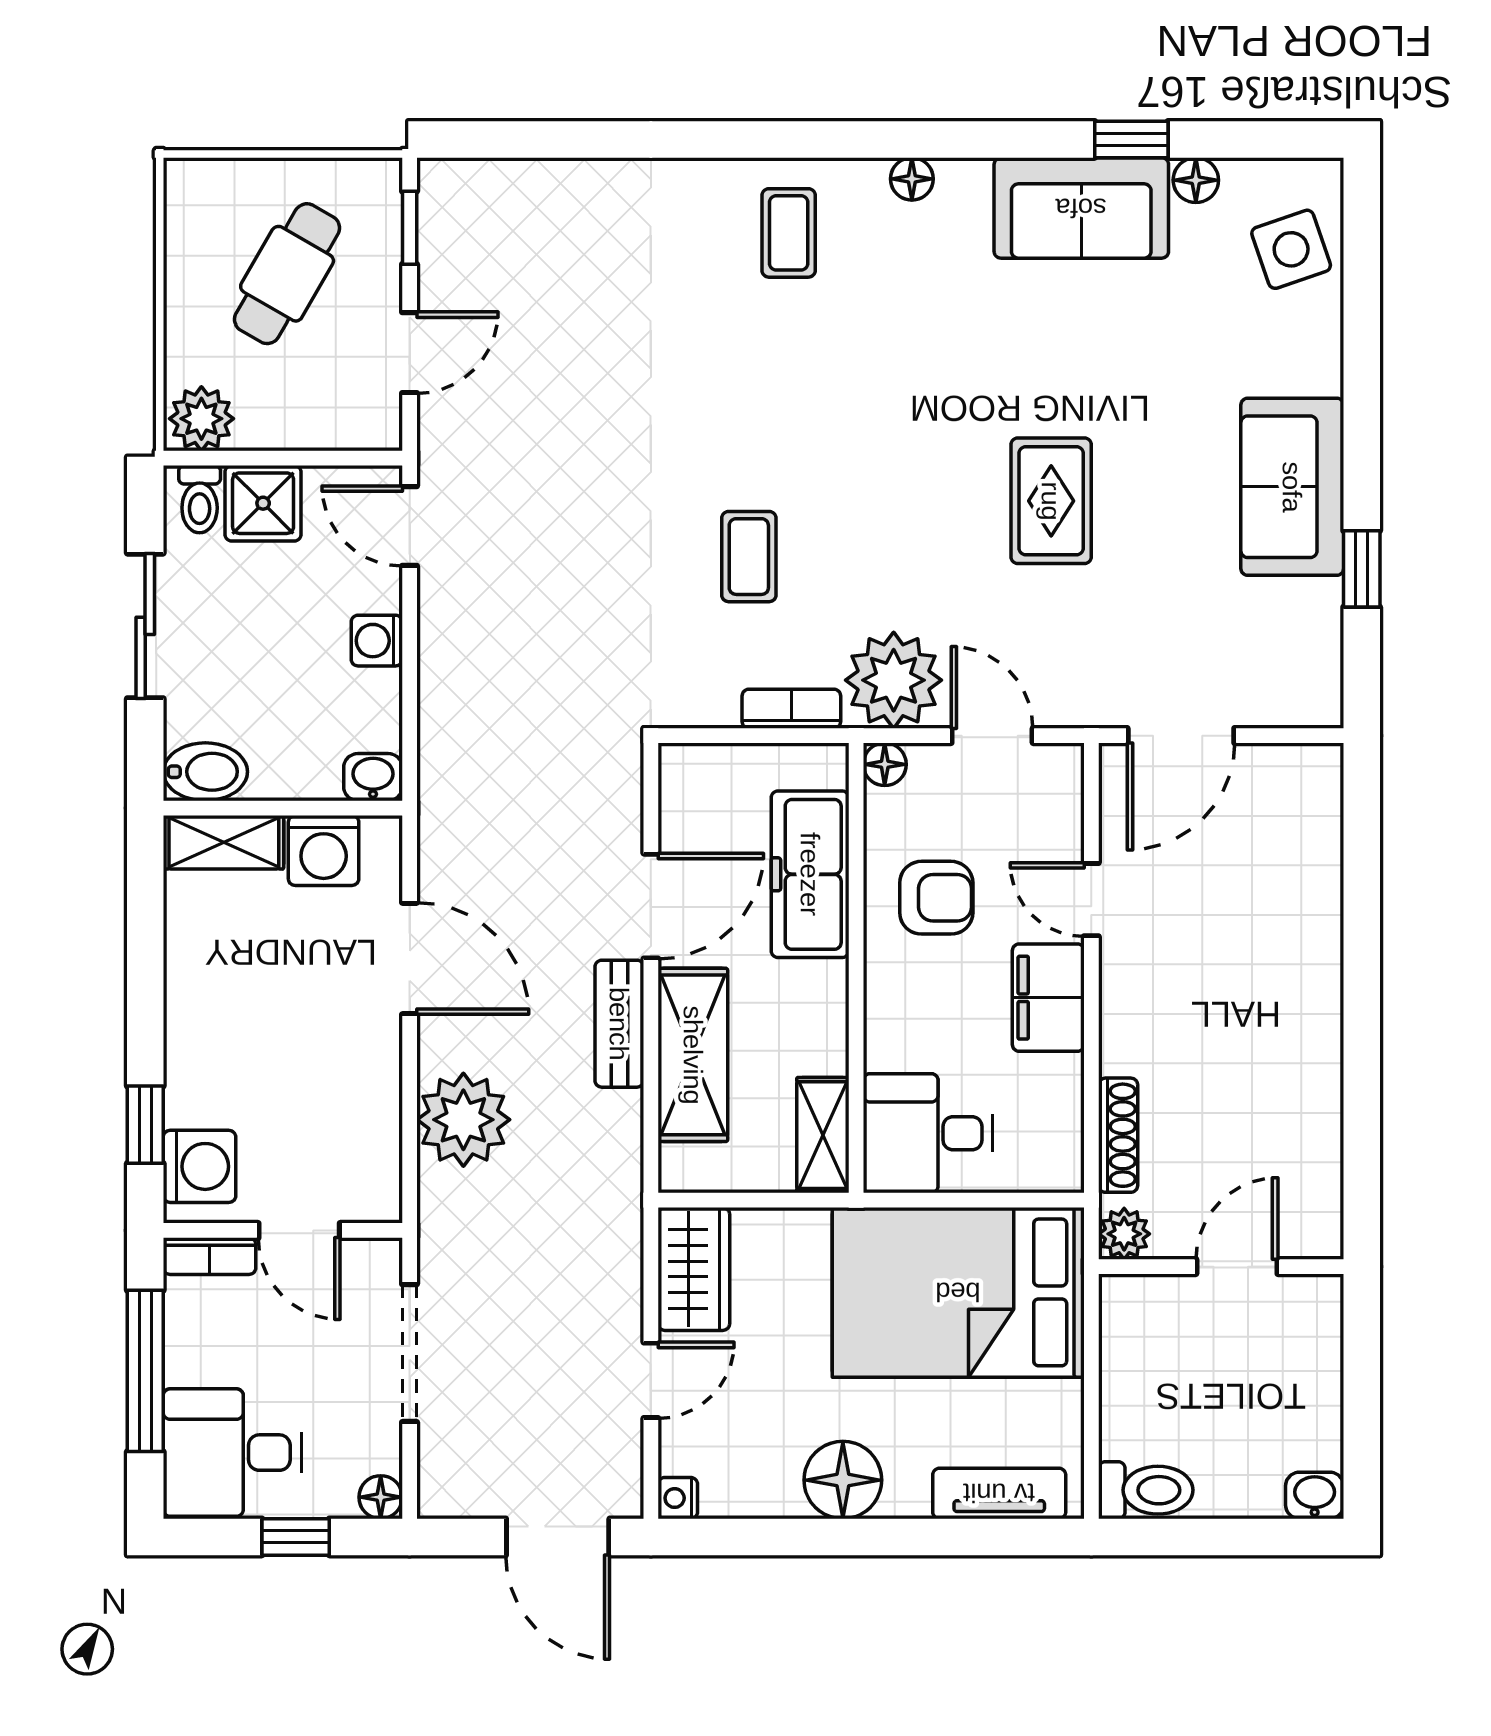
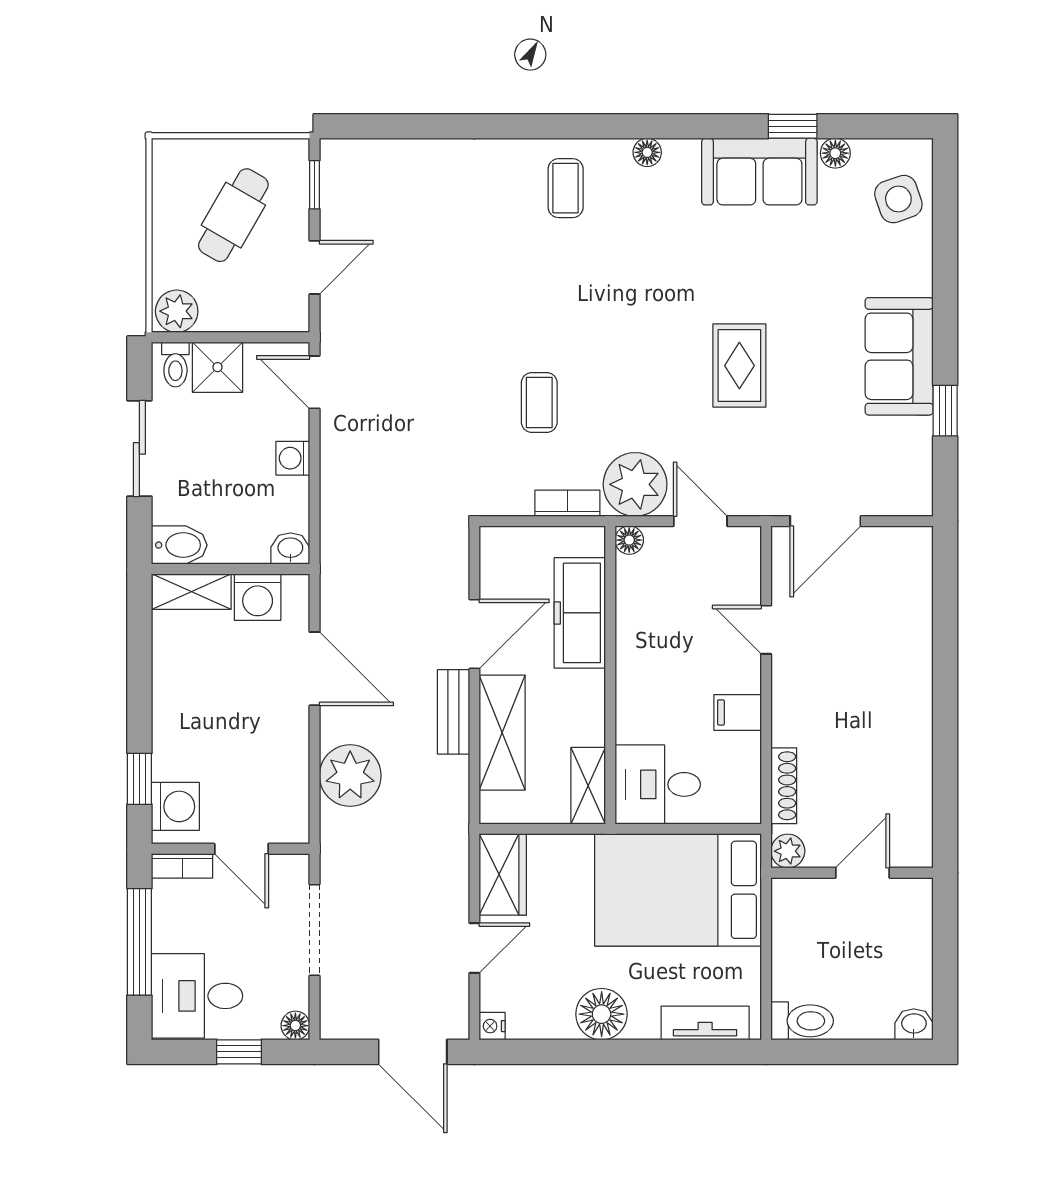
armchair: (936, 898) -> (663, 628), removed
filing cabinet: (1048, 998) -> (738, 712), width x0.50

